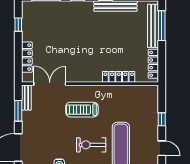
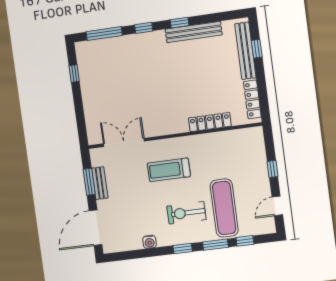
window: (162, 26) -> (257, 49), width x0.46
locker: (27, 57) -> (91, 113), removed
bench: (26, 98) -> (100, 183), moved
door: (162, 148) -> (277, 206), swing flipped

